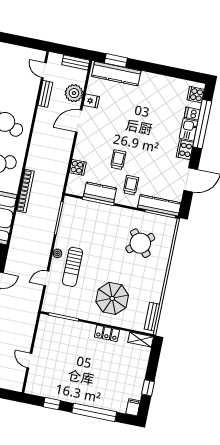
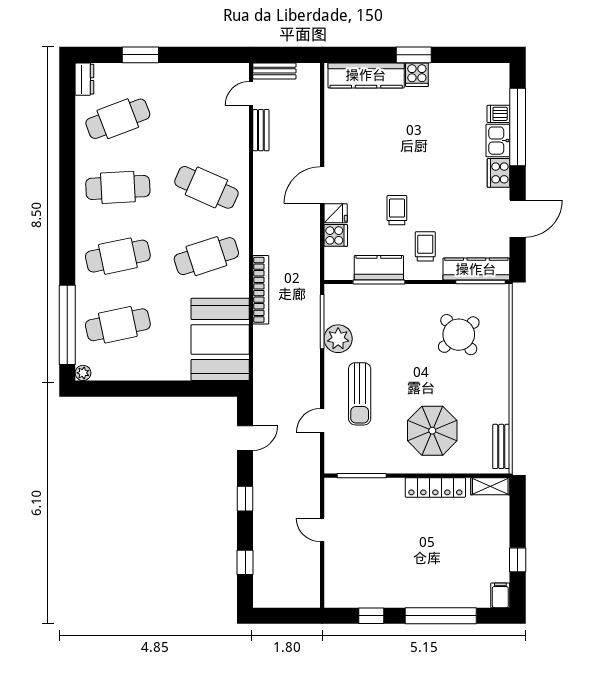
window: (116, 60) -> (414, 55), moved
bench: (76, 62) -> (274, 71), moved
door: (44, 70) -> (251, 93), hinge flipped
plant: (74, 93) -> (306, 120), removed
cooker: (196, 95) -> (417, 75), moved, turned -90
fridge: (91, 101) -> (336, 213), moved
door: (79, 121) -> (322, 185), moved
plant: (57, 254) -> (338, 339), moved, width x1.88, depth x1.88
locker: (107, 333) -> (435, 487), width x1.53
door: (29, 361) -> (322, 530), moved

